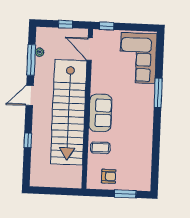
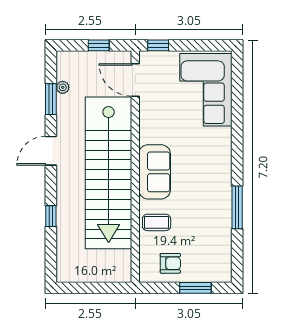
window: (31, 60) -> (51, 99), width x0.69
window: (158, 93) -> (237, 207), moved

